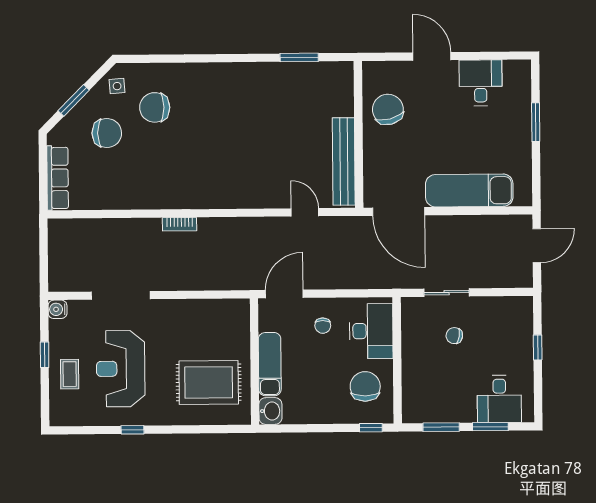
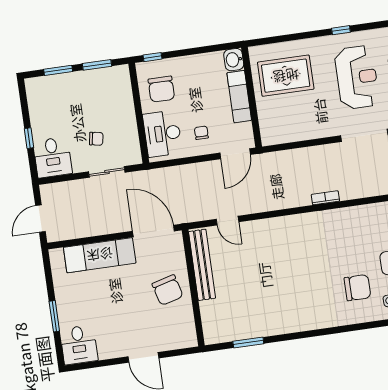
desk: (481, 83) -> (79, 345), moved
chair: (388, 109) -> (168, 290), moved
desk: (499, 399) -> (53, 157), moved, turned 180

